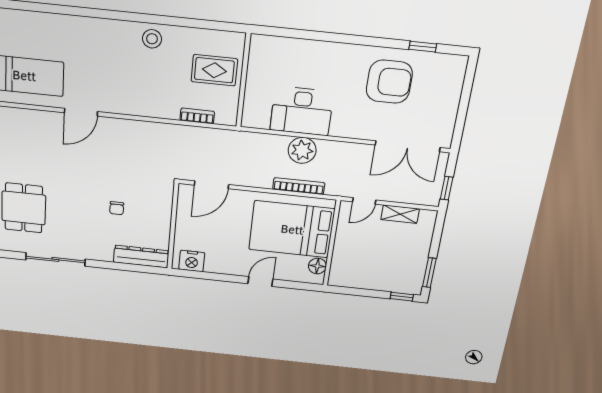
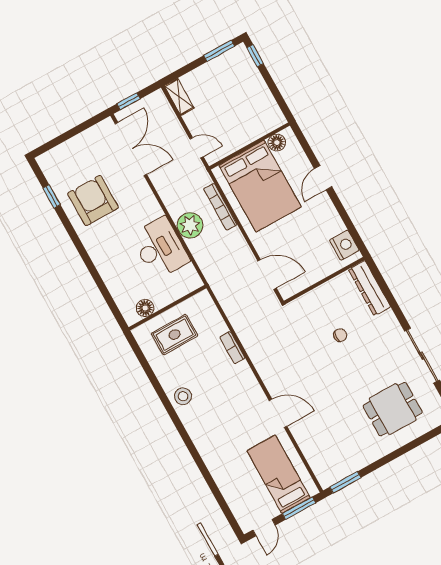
floor lamp: (257, 61) -> (145, 308), added
rug: (214, 70) -> (175, 335), turned 90
bookcase: (197, 116) -> (232, 348), moved
window: (447, 188) -> (129, 101), moved
shelving: (400, 214) -> (179, 97), moved
door: (260, 281) -> (323, 178), hinge flipped

